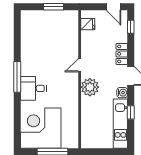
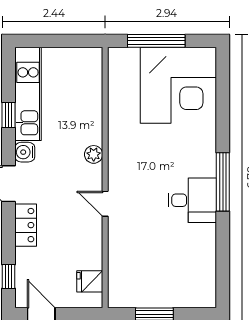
door: (80, 65) -> (105, 204), swing flipped
plant: (90, 87) -> (94, 154), width x0.53, depth x0.53
desk: (33, 88) -> (192, 200), moved

